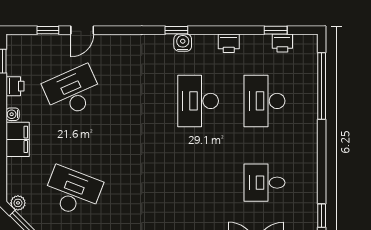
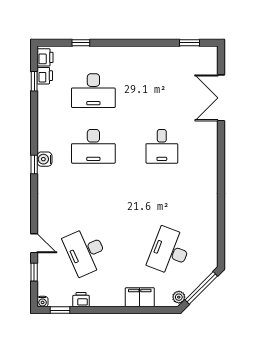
printer: (229, 43) -> (45, 57), moved
window: (322, 86) -> (81, 43), width x0.32
water cooler: (13, 114) -> (43, 302), moved
filing cabinet: (18, 139) -> (140, 297), moved
desk: (265, 183) -> (162, 146), moved

